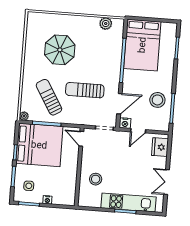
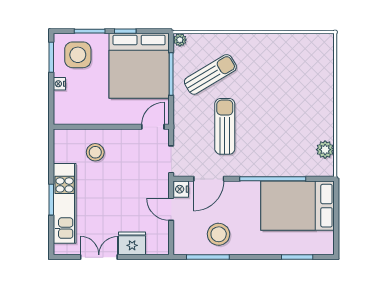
parasol: (60, 50) -> (281, 85), removed
door: (119, 104) -> (209, 179), hinge flipped
fridge: (160, 147) -> (132, 243), moved
side table: (29, 186) -> (78, 55), width x1.87, depth x1.87

